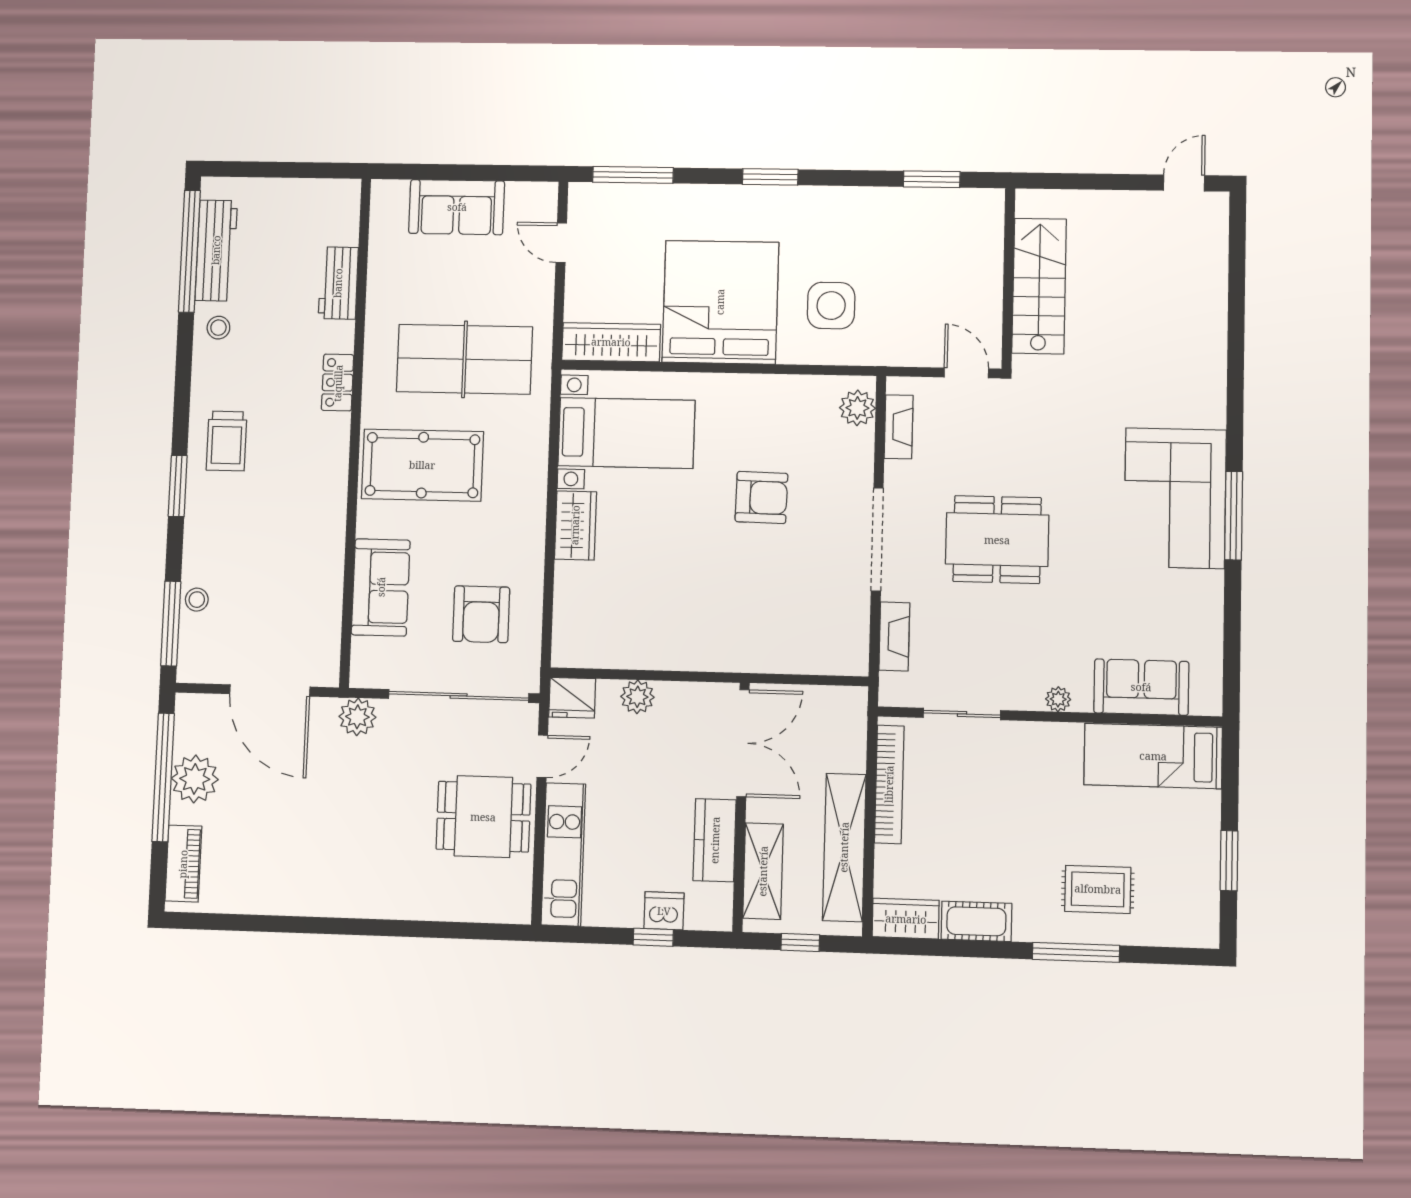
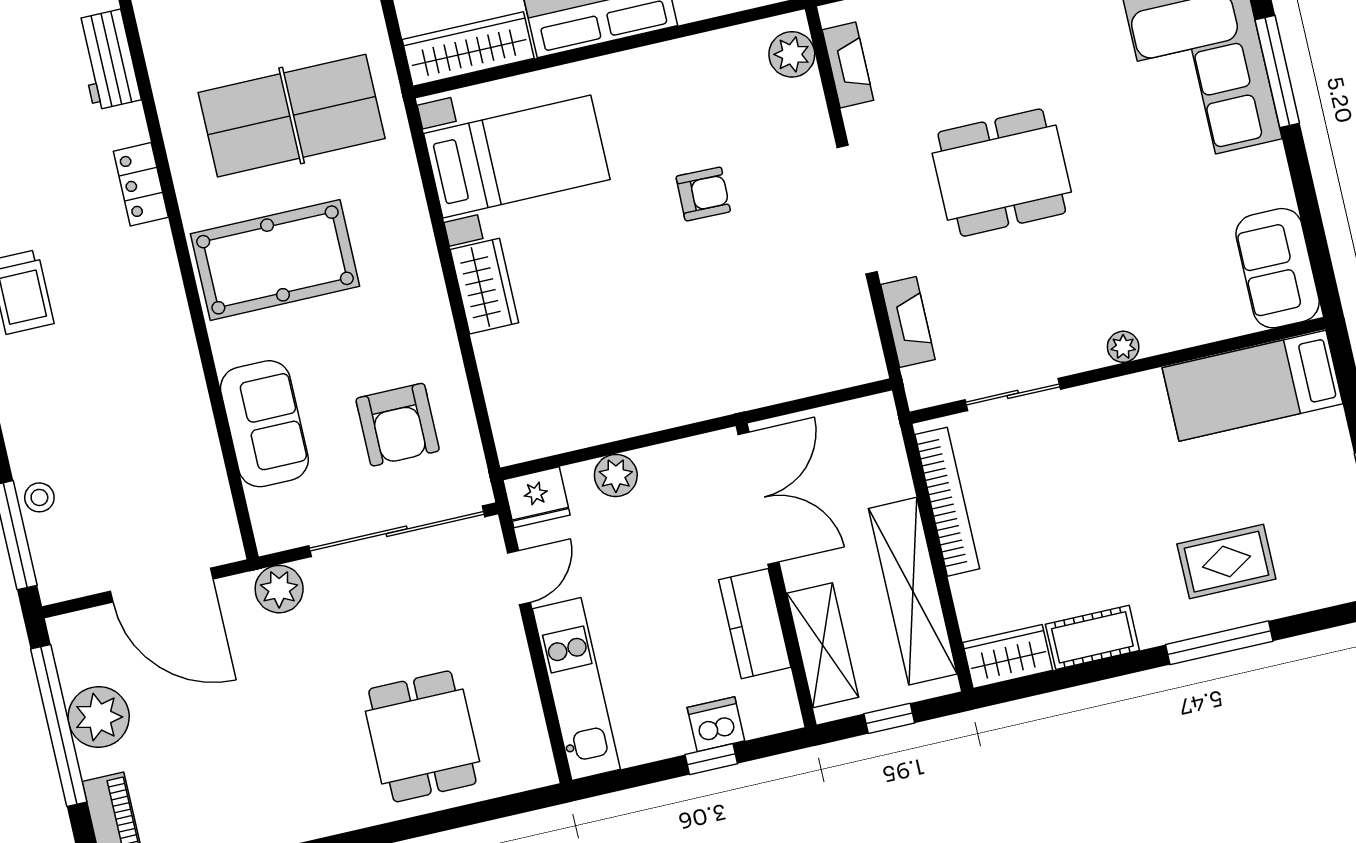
armchair: (761, 497) -> (703, 194), width x0.72, depth x0.72
sofa: (1141, 687) -> (1278, 268), moved, turned -90
dining table: (483, 817) -> (422, 736), moved, turned 90

